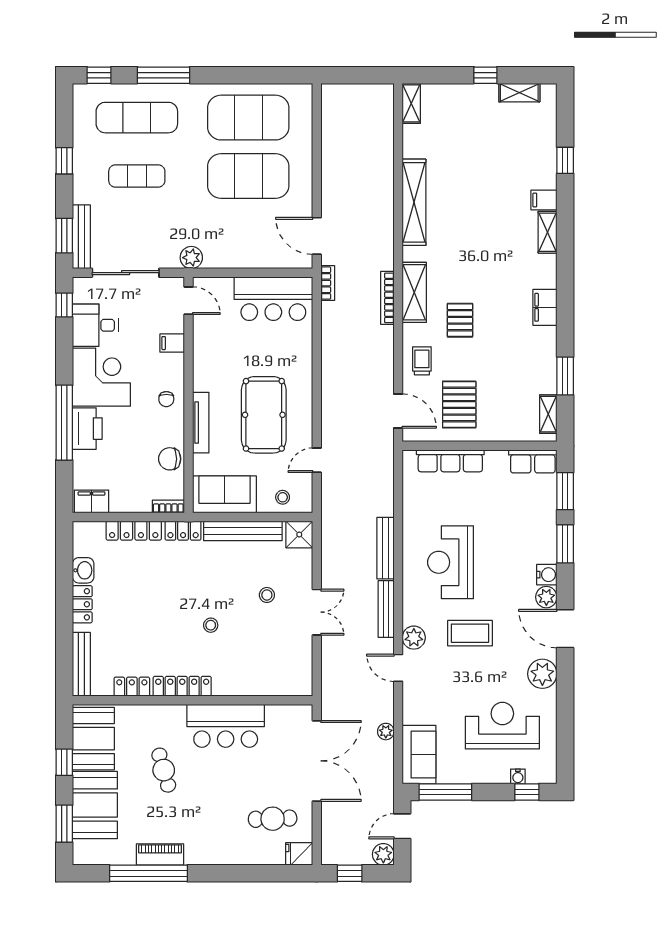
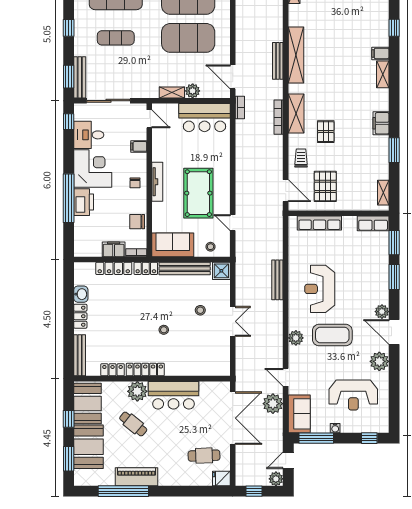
plant: (191, 258) -> (193, 91), moved
shelving: (223, 260) -> (172, 93), added
window: (565, 376) -> (394, 150), moved
tv unit: (201, 423) -> (157, 182), moved
door: (317, 460) -> (233, 223), hinge flipped
filing cabinet: (91, 501) -> (114, 249), moved
water cooler: (547, 575) -> (382, 297), removed
bench: (386, 609) -> (278, 61), moved
coffee table: (470, 633) -> (332, 335), width x1.36, depth x1.32
door: (398, 668) -> (286, 377), moved
plant: (170, 720) -> (137, 391), added
reception desk: (502, 726) -> (353, 395), turned 180
plant: (386, 732) -> (273, 404), width x1.87, depth x1.87
cafe table: (164, 770) -> (133, 424), turned -35
water cooler: (518, 776) -> (335, 428), moved
piano: (160, 855) -> (136, 477), width x1.37, depth x1.33

